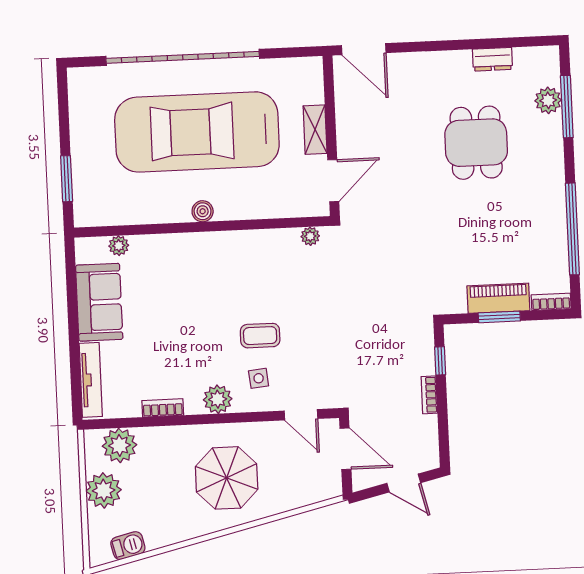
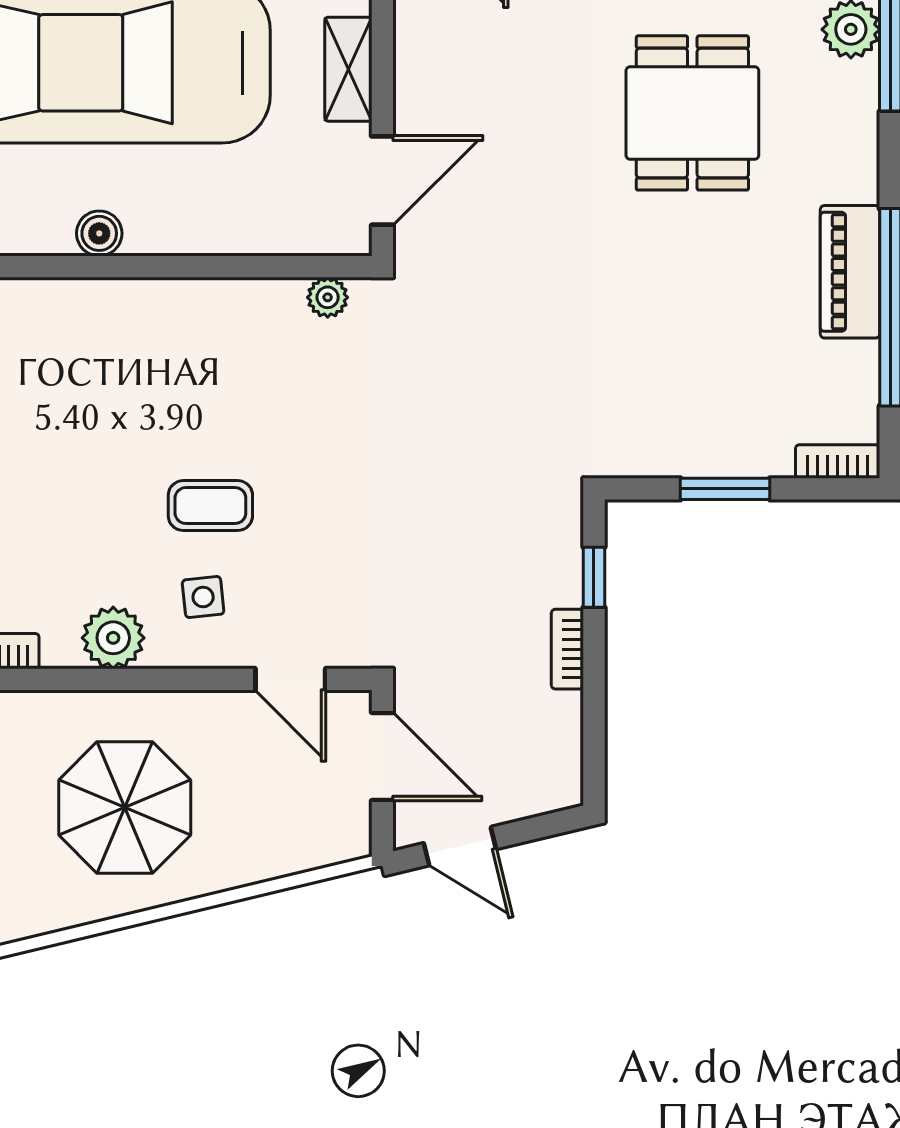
piano: (498, 298) -> (850, 272), moved, turned -90
door: (404, 483) -> (460, 846), moved

